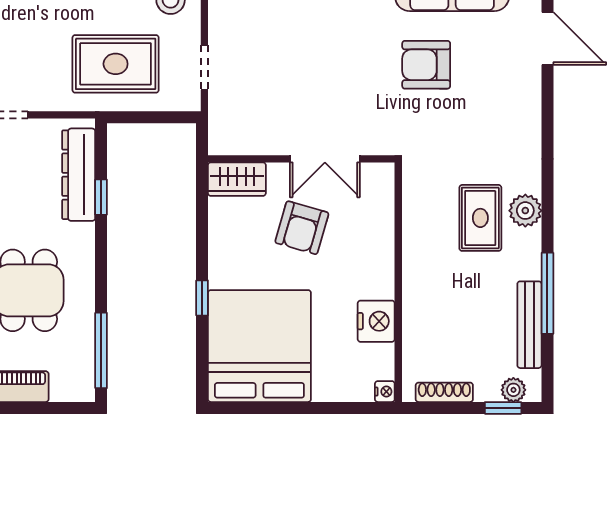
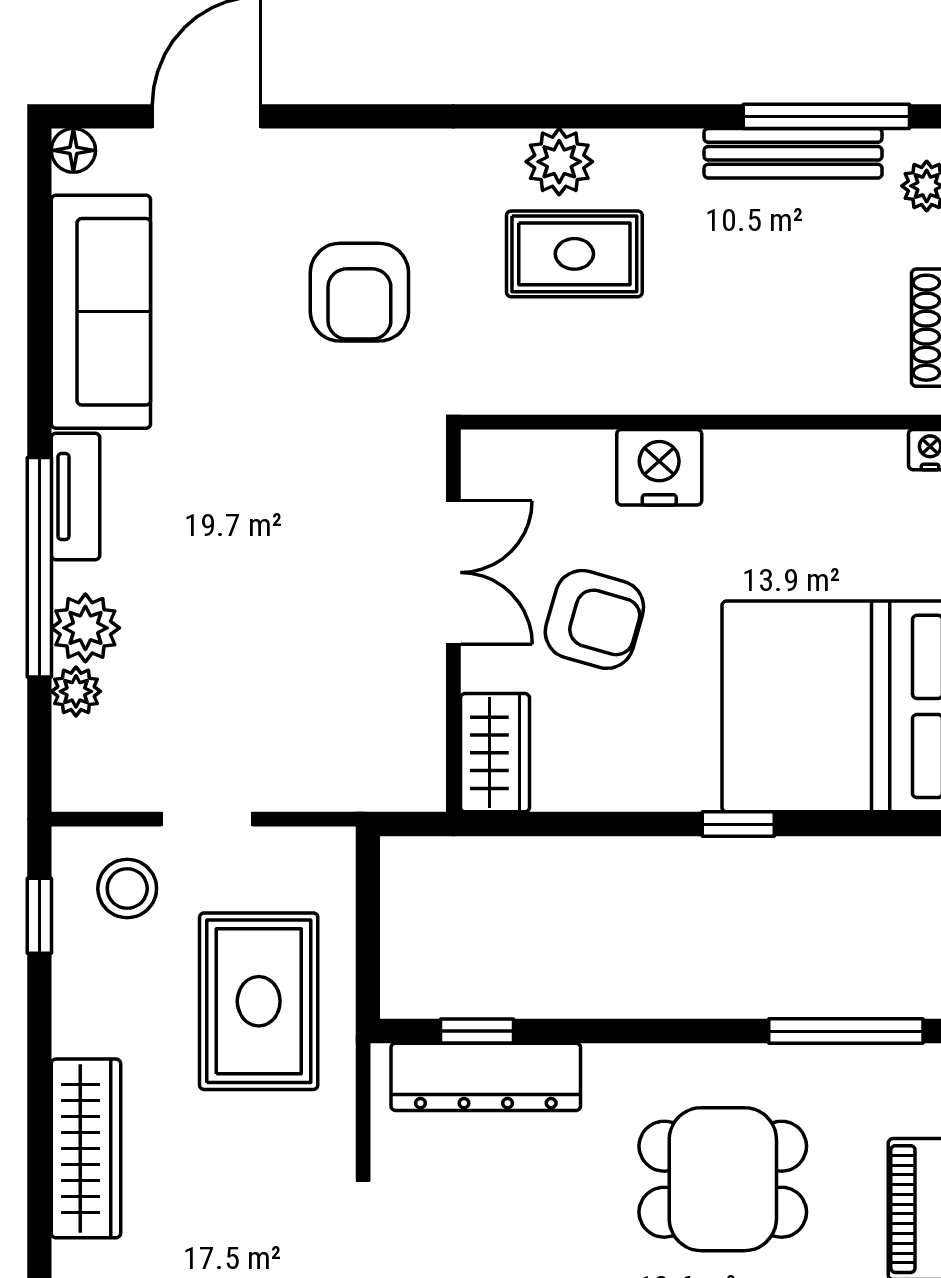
armchair: (426, 65) -> (359, 292), moved
doorway: (204, 68) -> (207, 819), moved
window: (101, 197) -> (477, 1031), moved
window: (547, 293) -> (826, 116), moved
nightstand: (376, 321) -> (659, 467), moved

